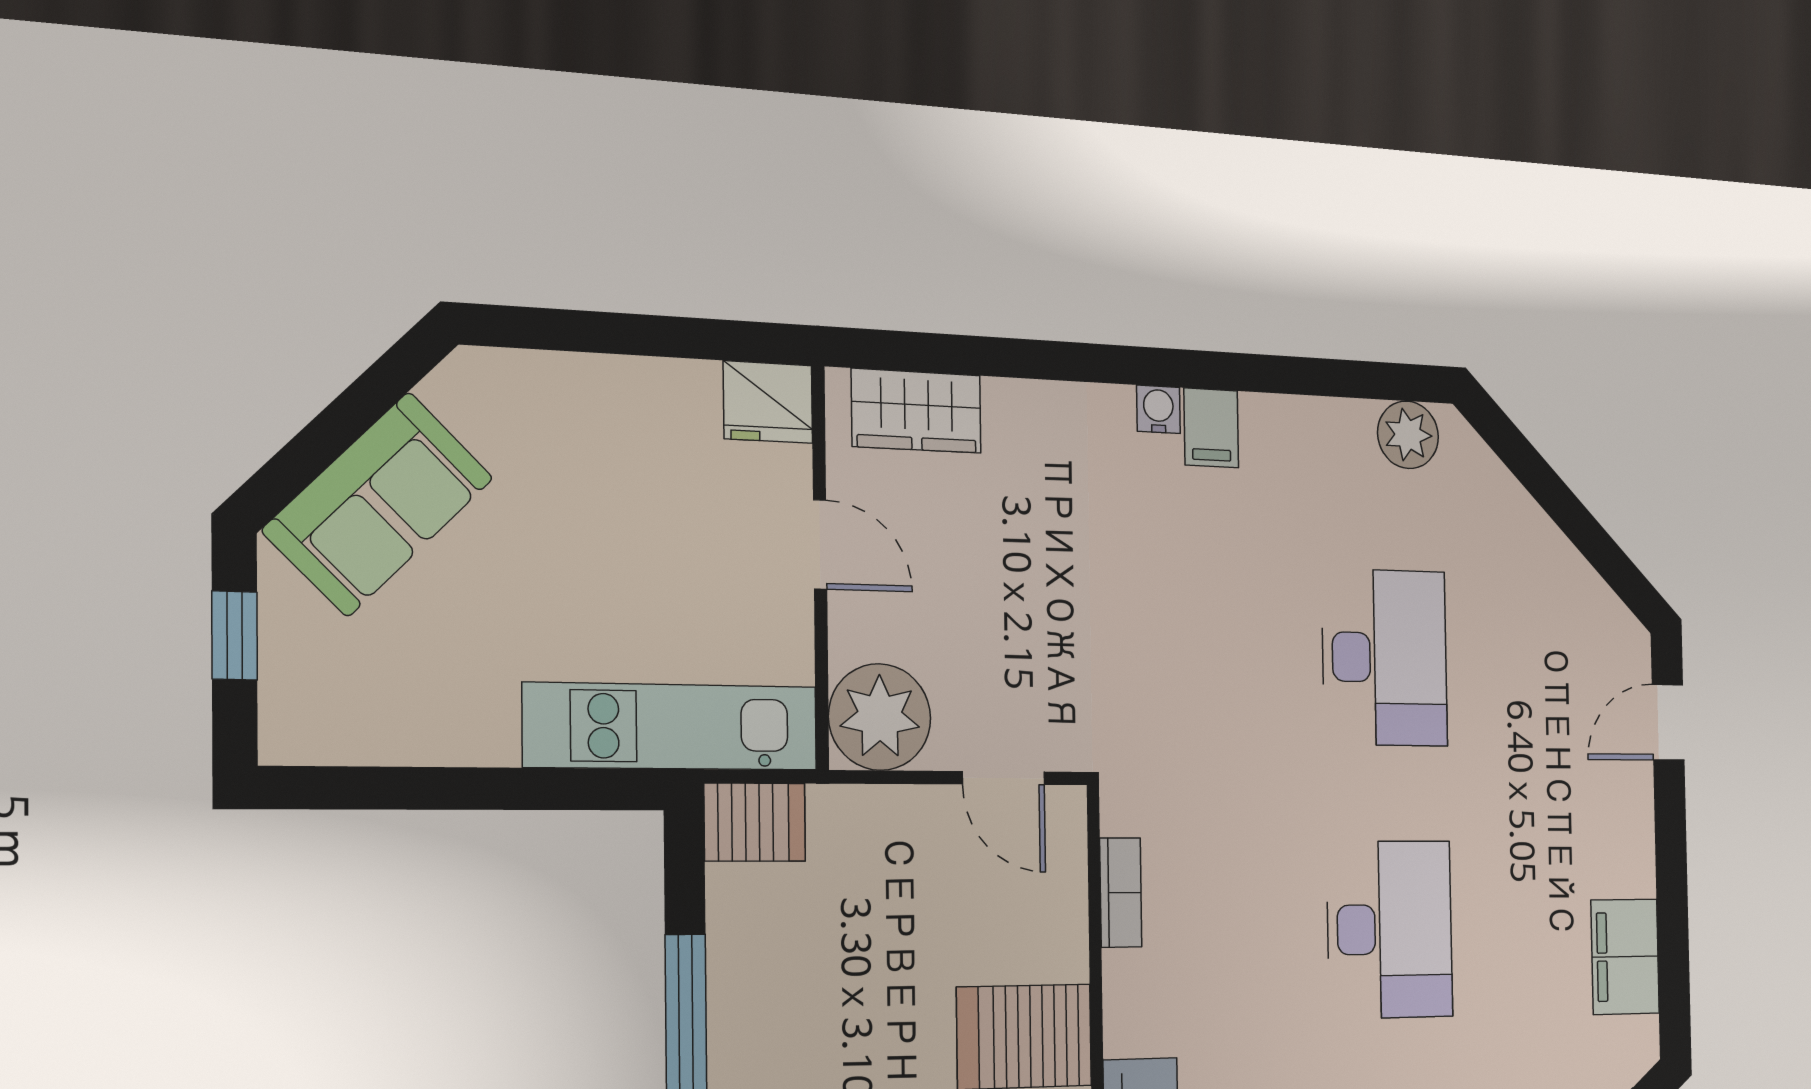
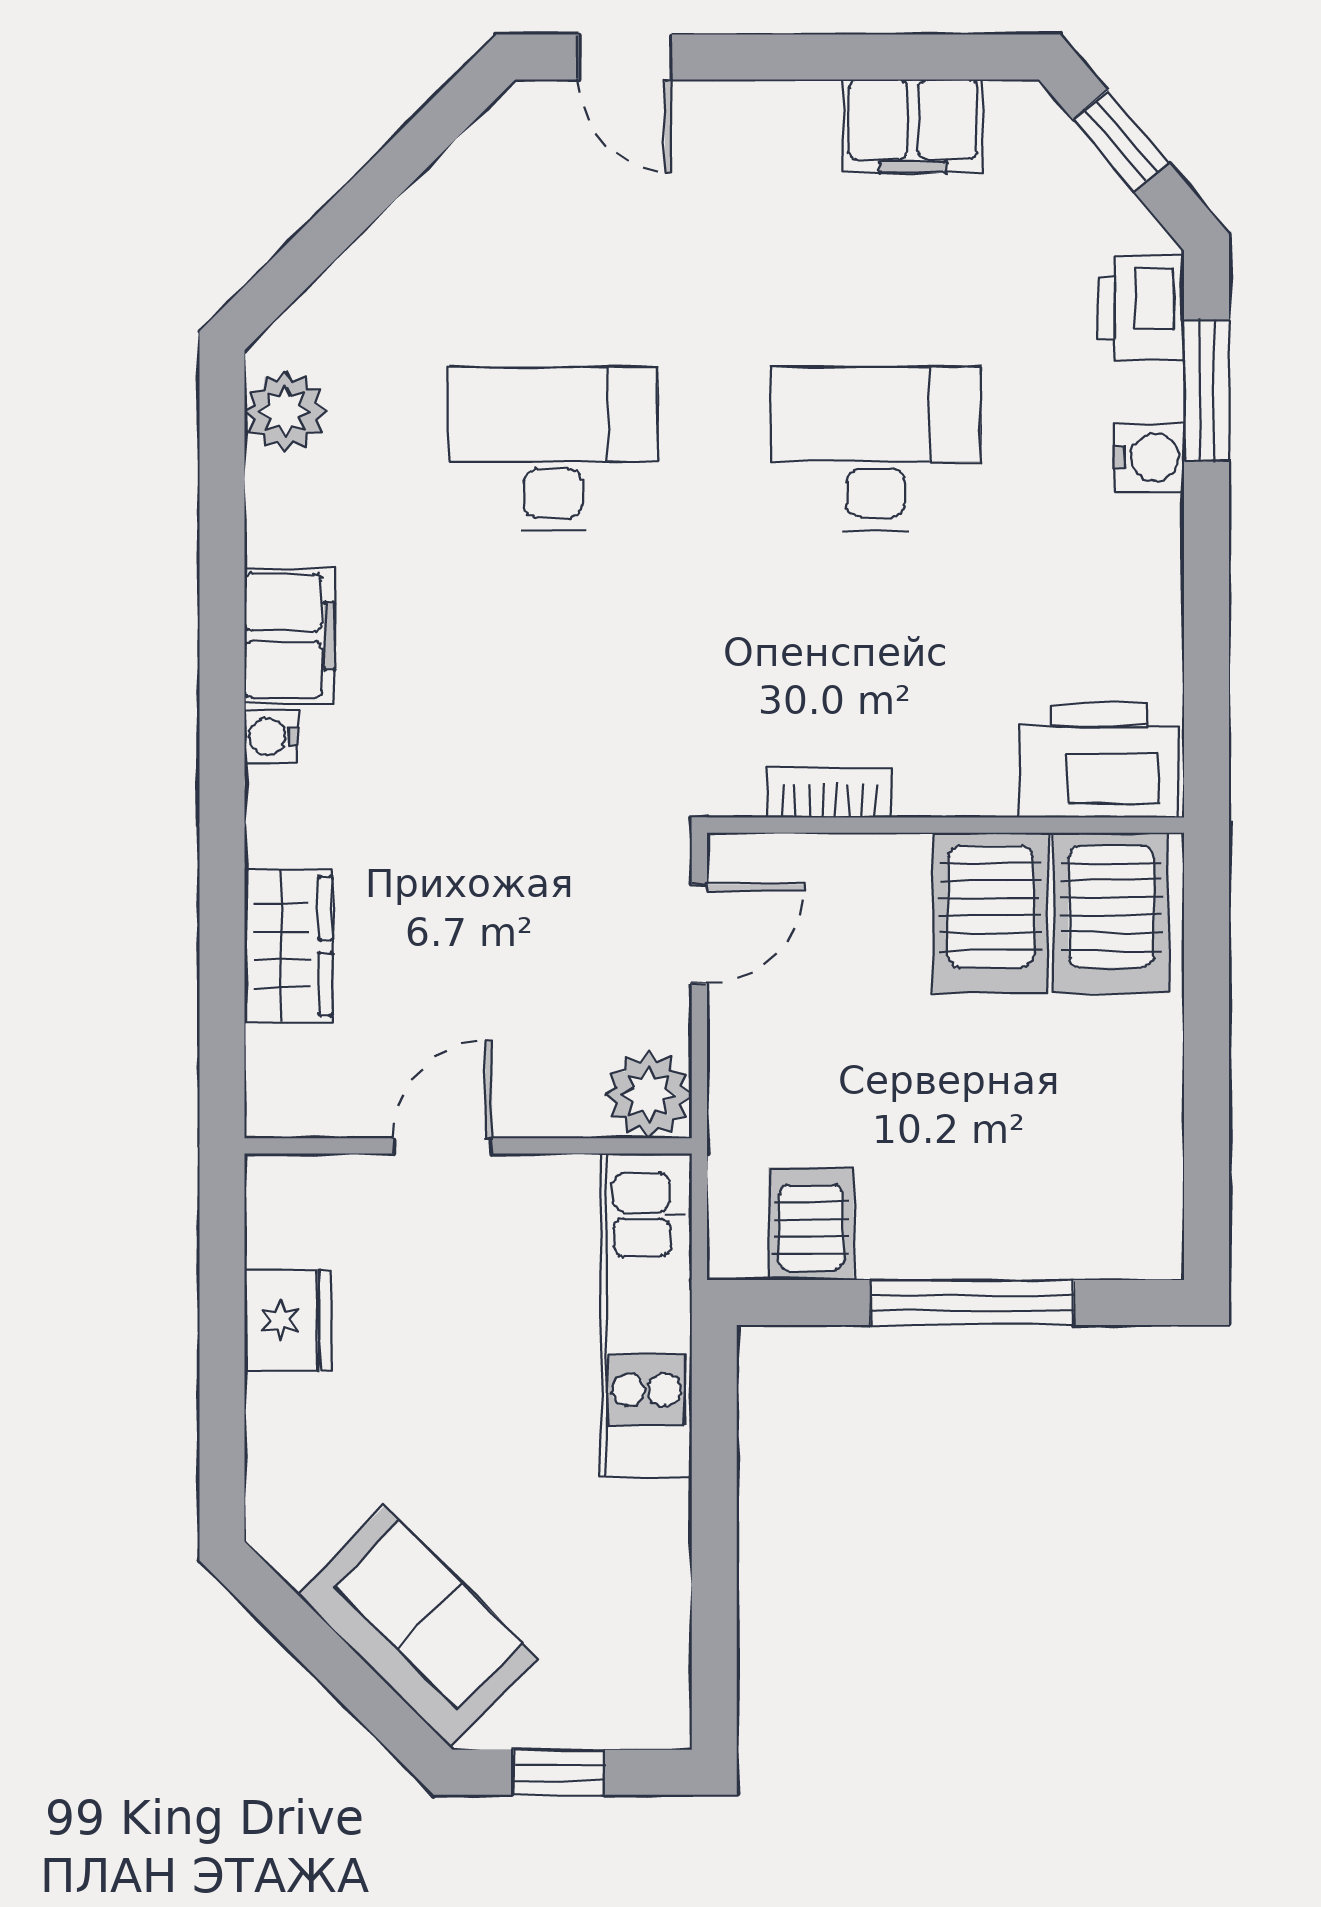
fridge: (768, 402) -> (288, 1320), moved
wardrobe: (916, 411) -> (288, 946), moved
filing cabinet: (1211, 428) -> (290, 636), width x2.00
plant: (880, 717) -> (648, 1095), width x0.73, depth x0.73
server rack: (755, 822) -> (811, 1224), moved

